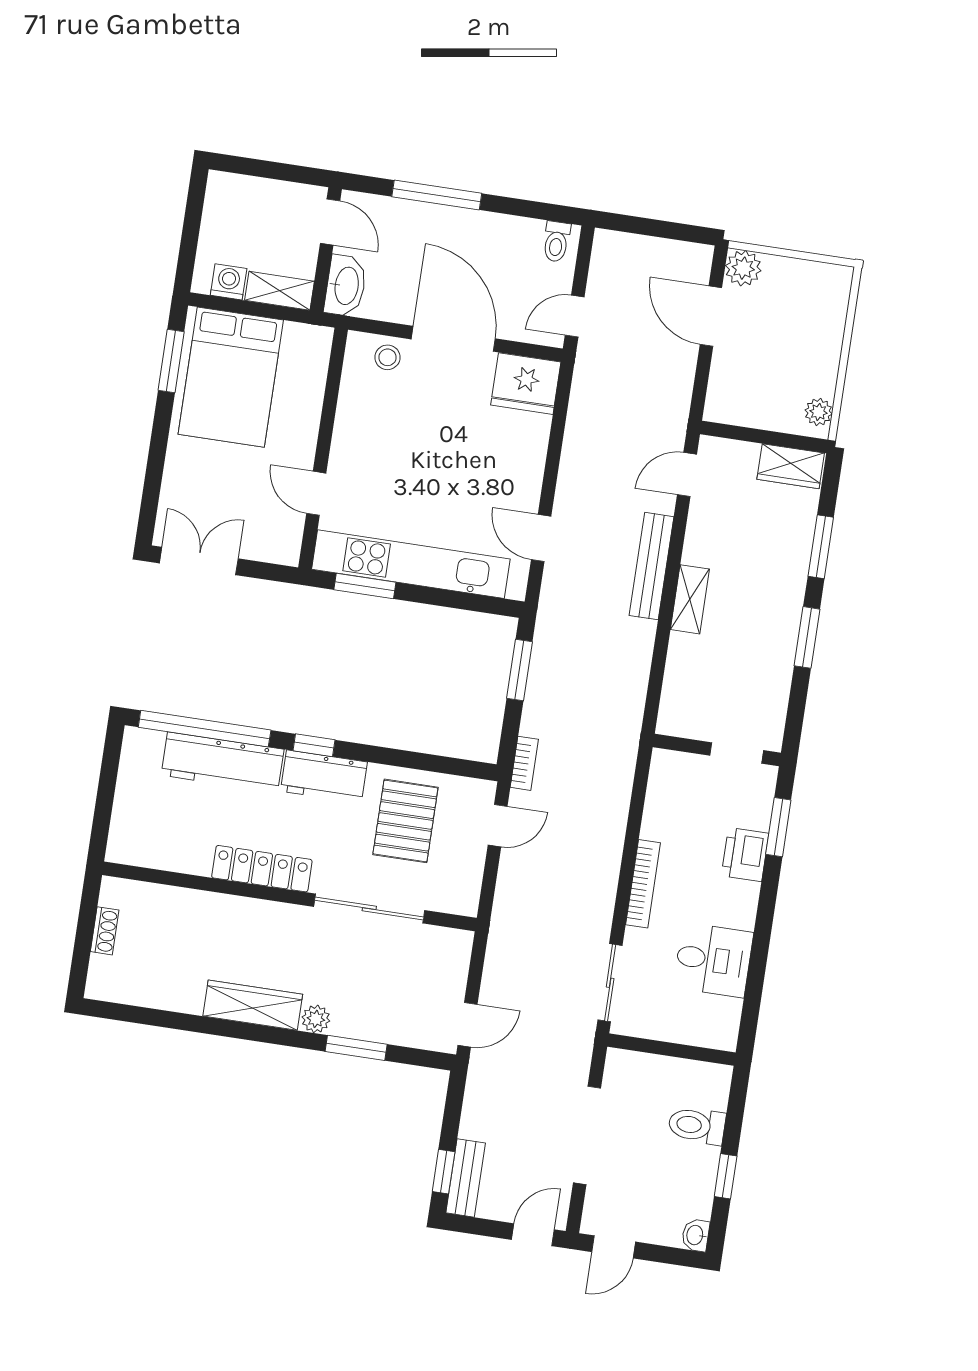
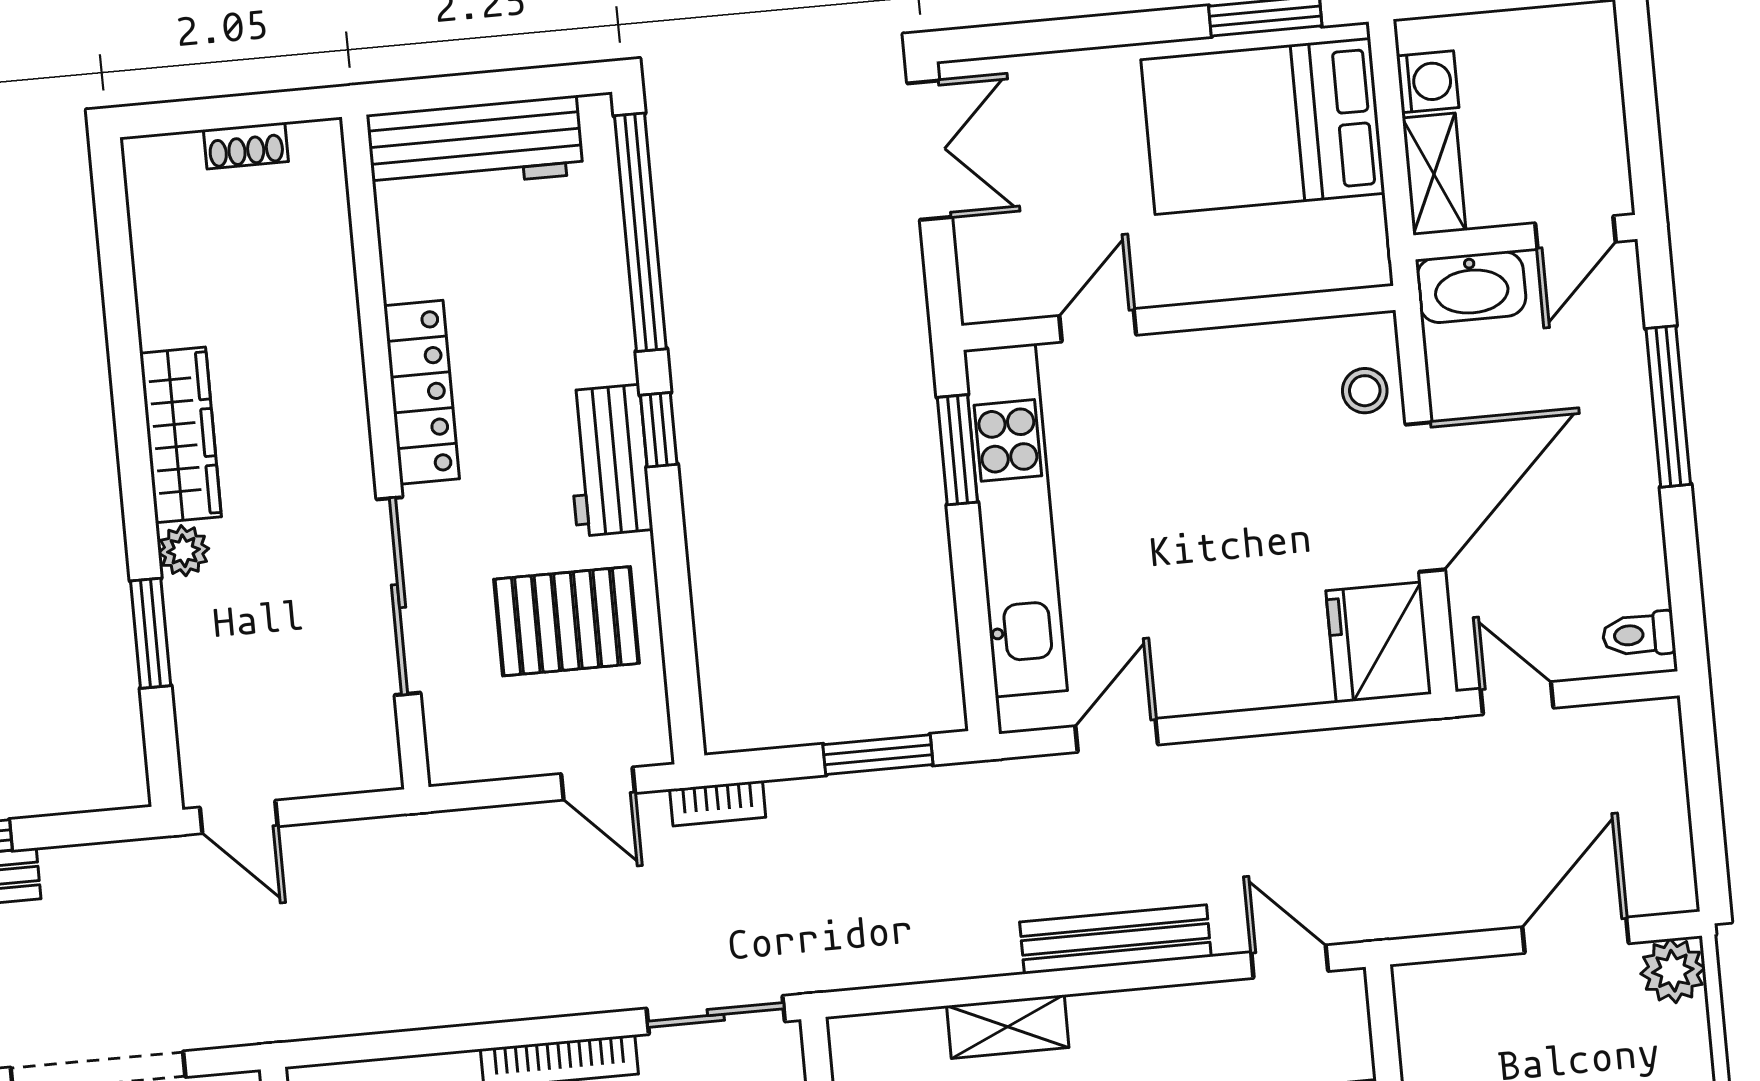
shelving: (690, 599) -> (1008, 1027), moved
workbench: (222, 762) -> (475, 144), moved, turned -90
sliding door: (610, 983) -> (716, 1015), moved

